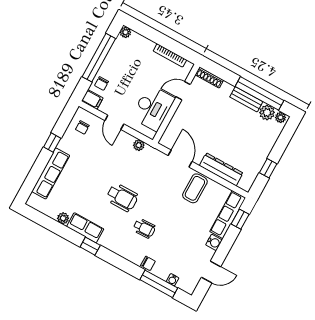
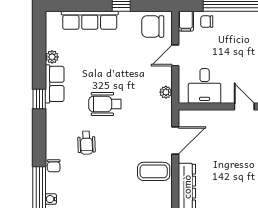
desk: (153, 108) -> (205, 86), width x0.73
chair: (82, 127) -> (153, 26), width x1.87, depth x1.87
wheelchair: (122, 197) -> (105, 104), turned 90

